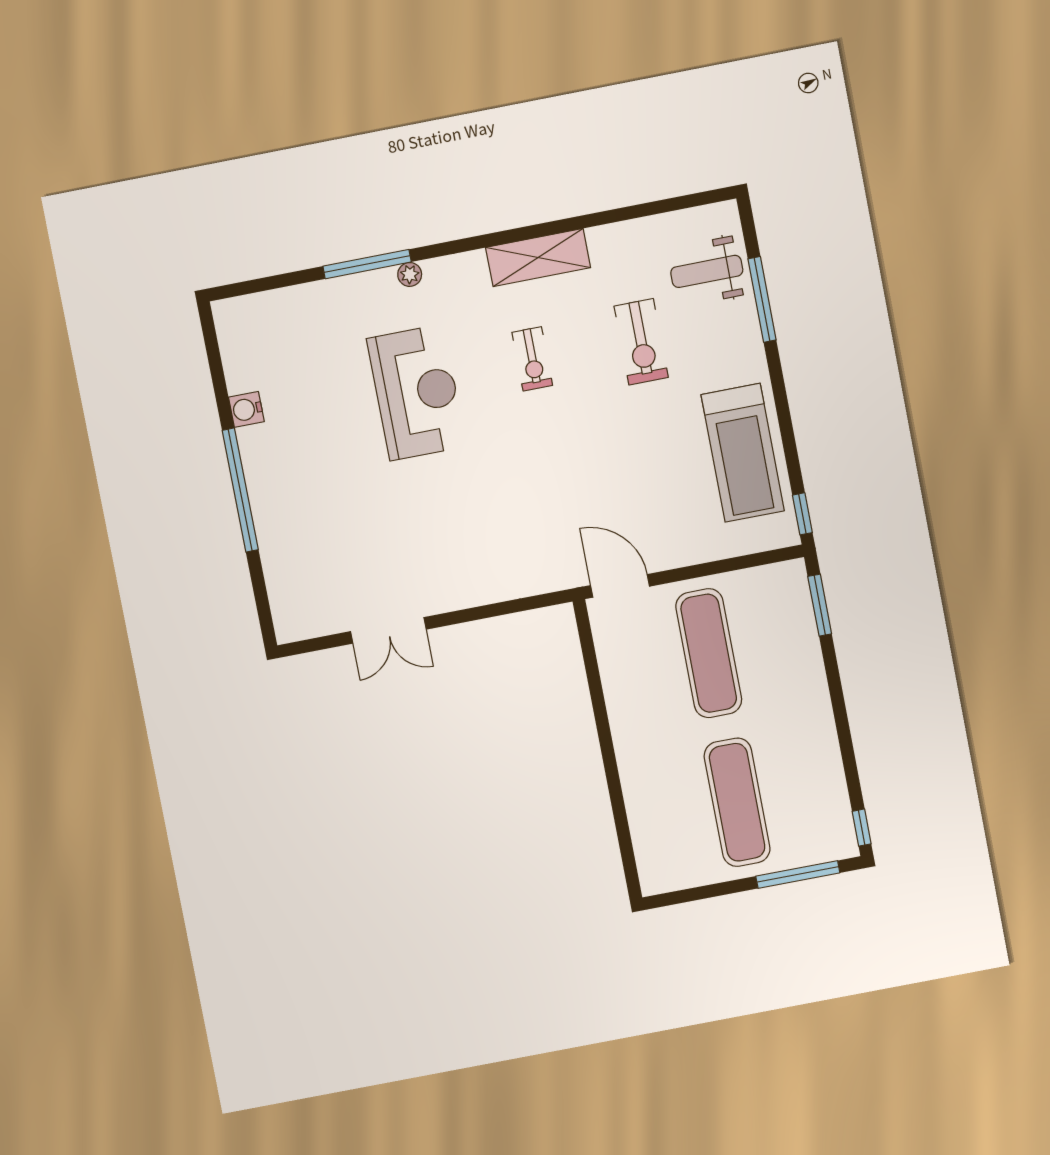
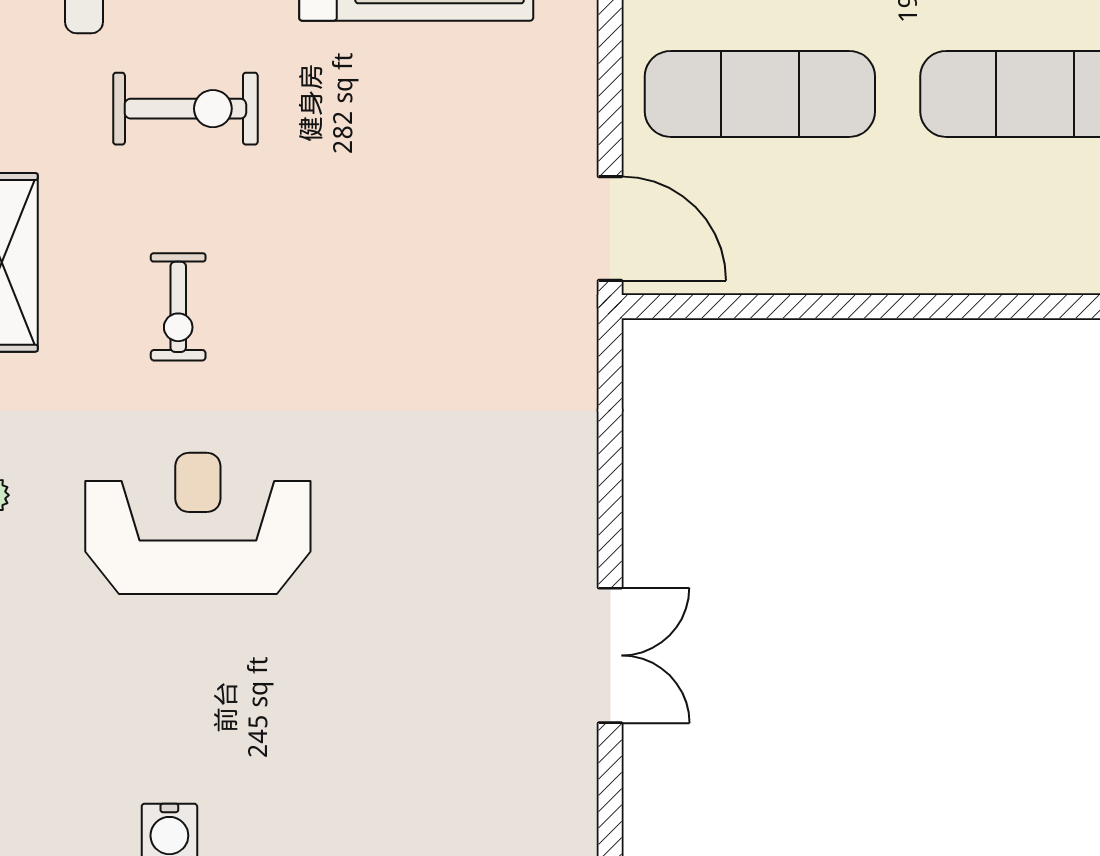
exercise bike: (532, 359) -> (178, 307), turned 90
door: (620, 586) -> (610, 229), swing flipped

